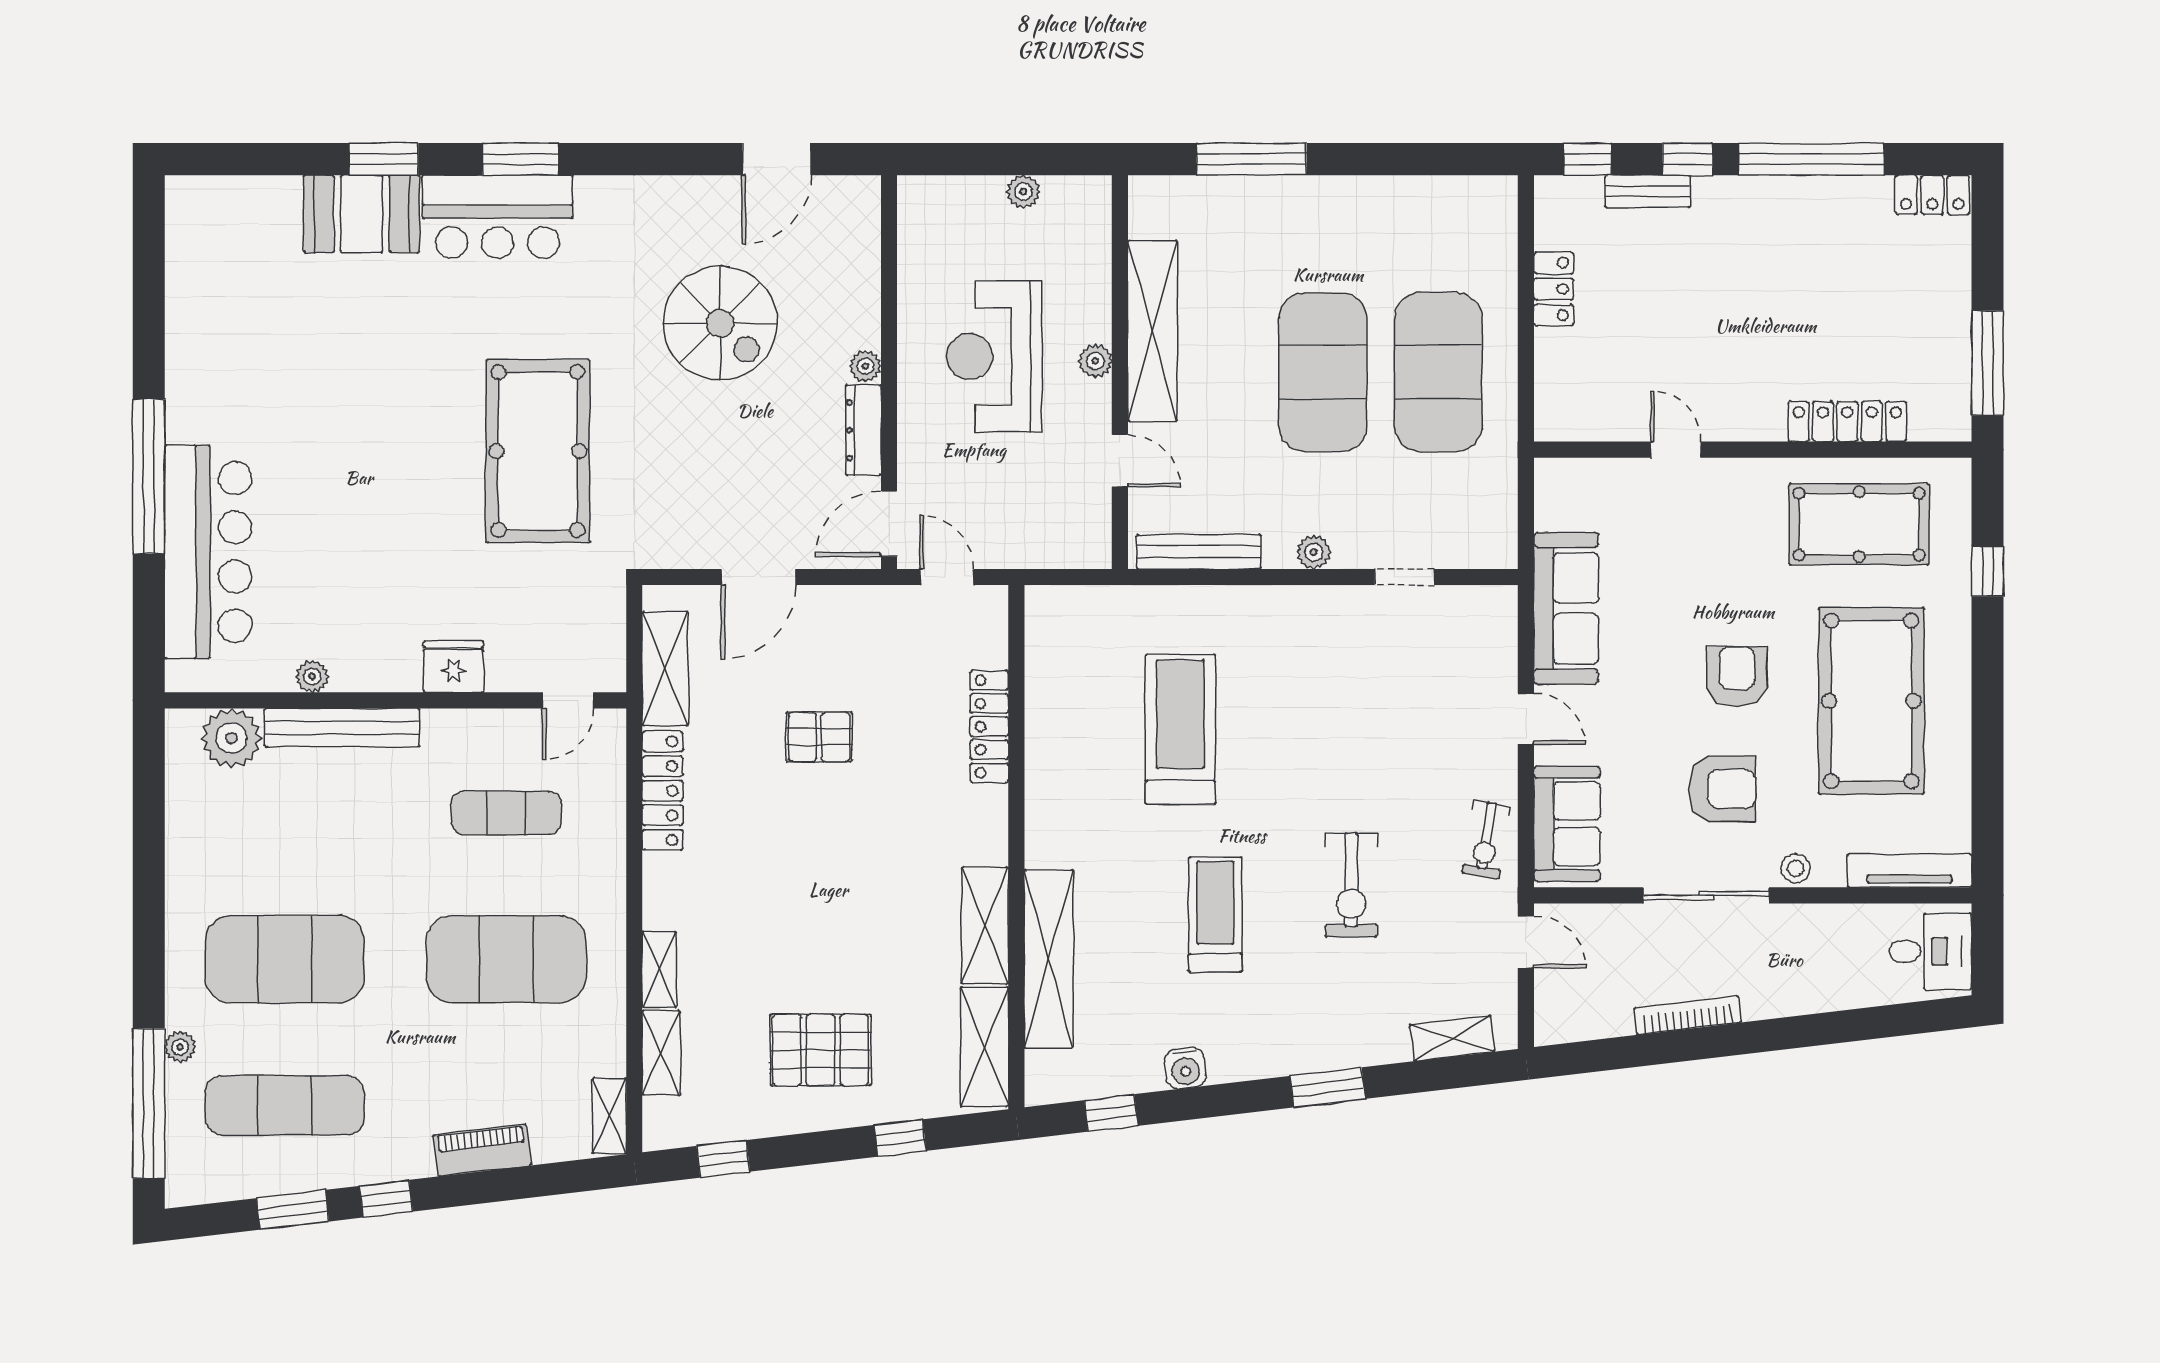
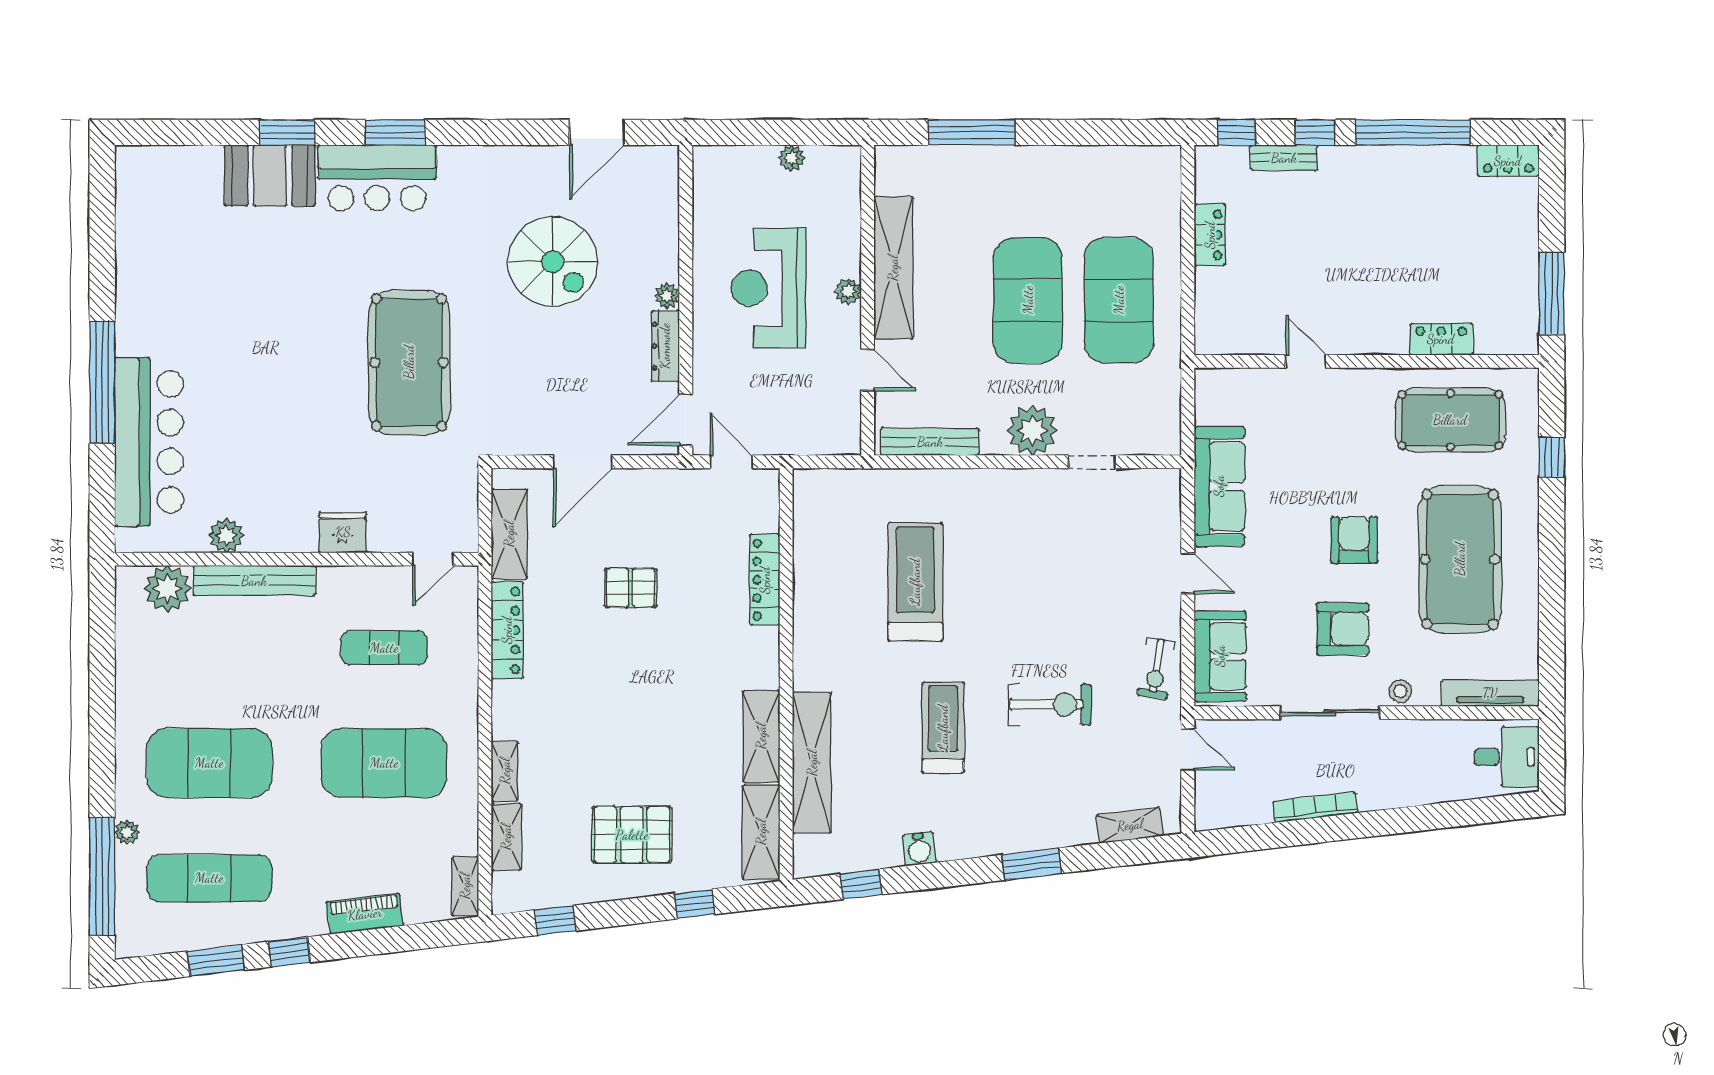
locker: (1847, 422) -> (1441, 339), width x0.66
plant: (1314, 552) -> (1032, 430), width x1.87, depth x1.87
plant: (312, 676) -> (226, 535), width x1.38, depth x1.38
exercise bike: (1351, 885) -> (1050, 705), turned -90

